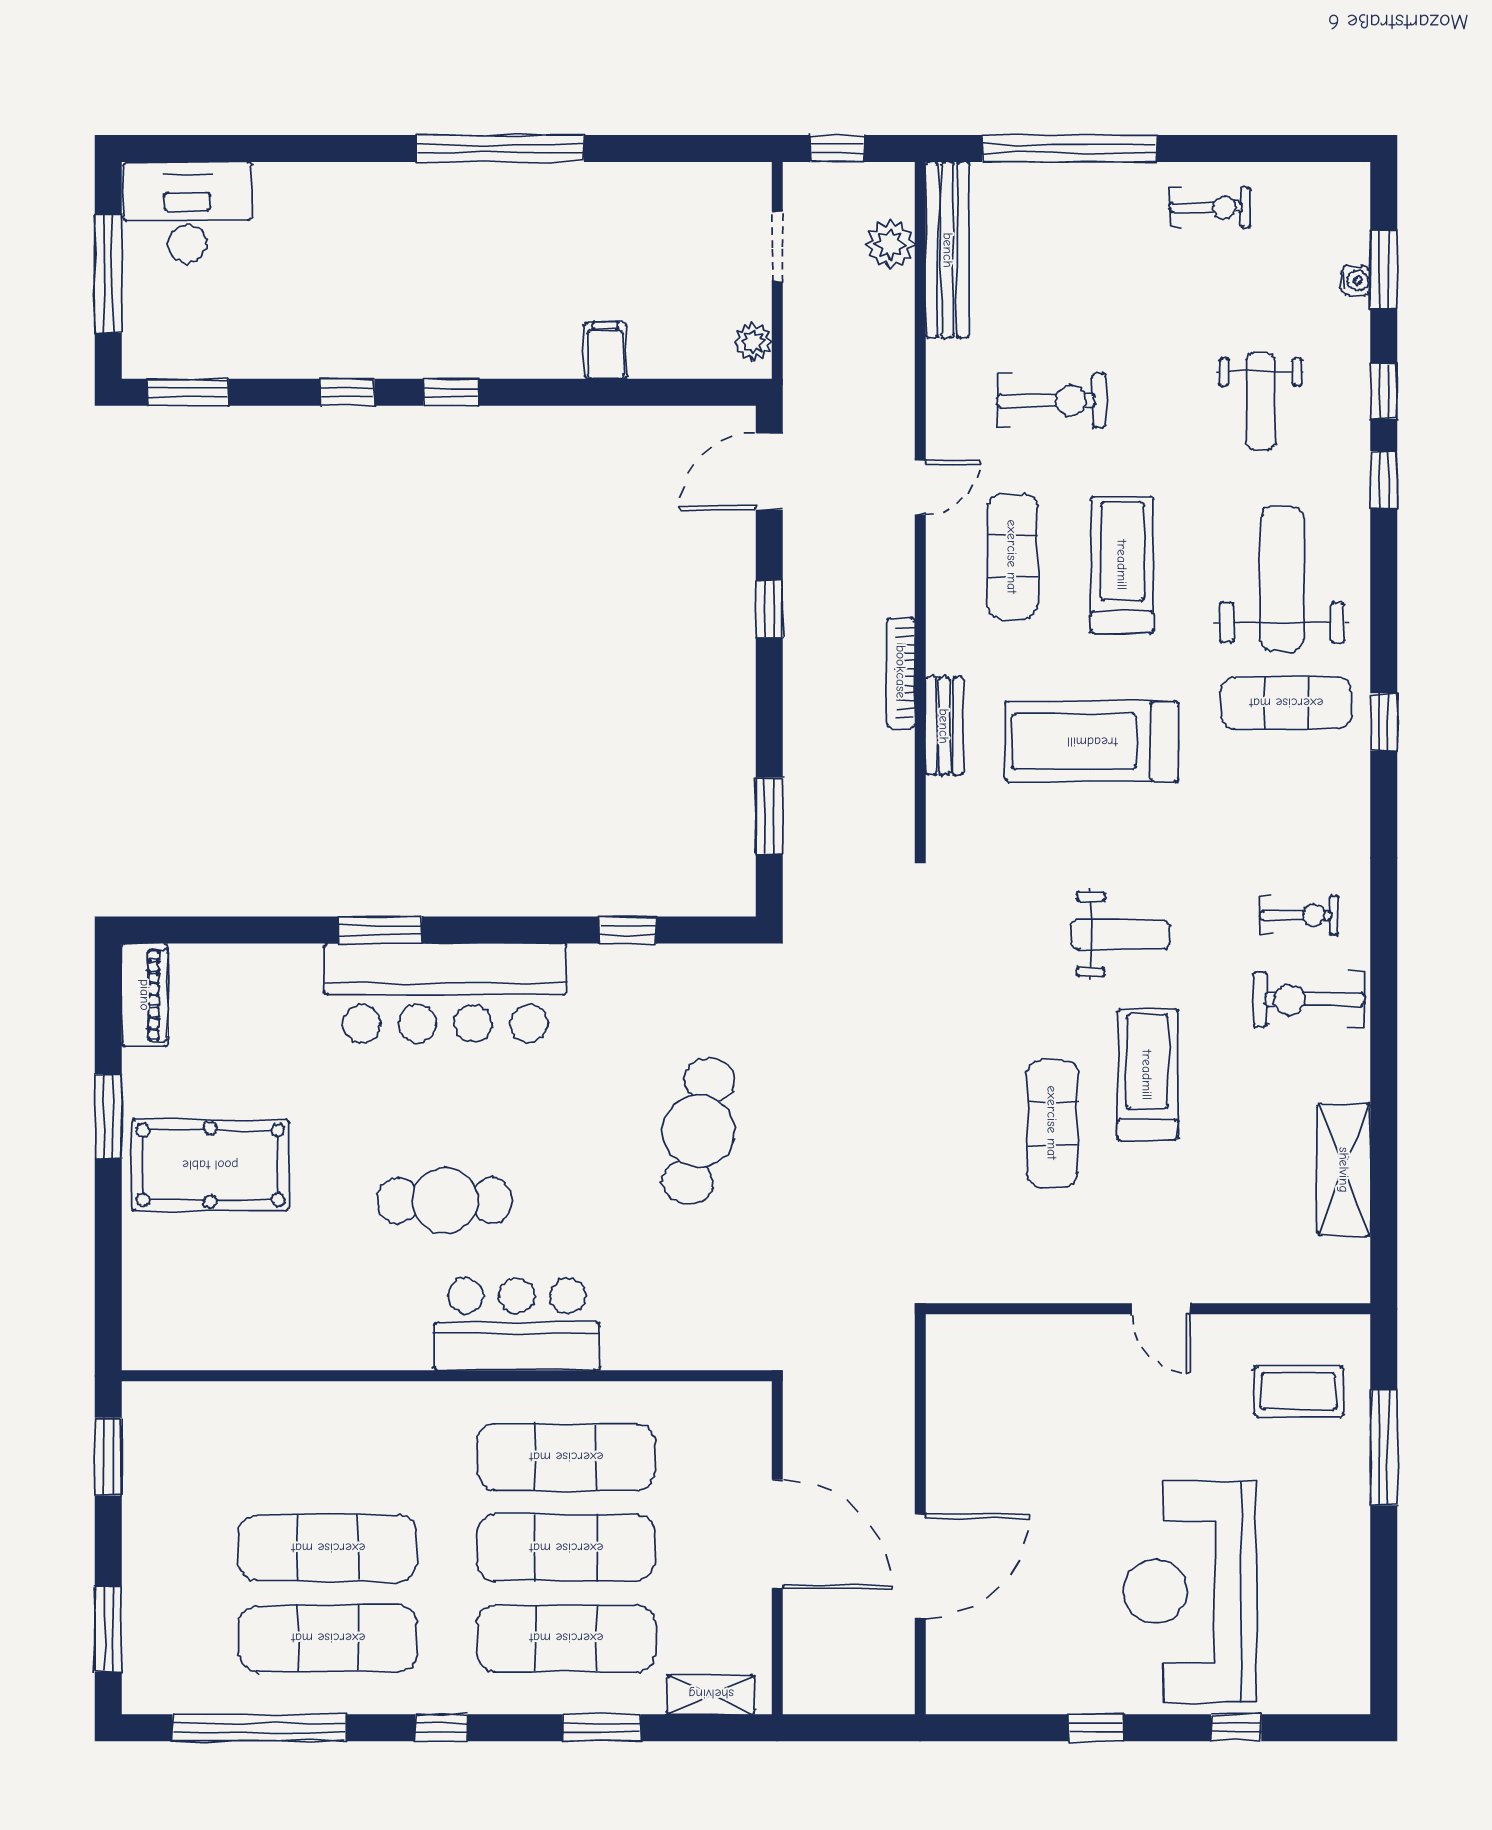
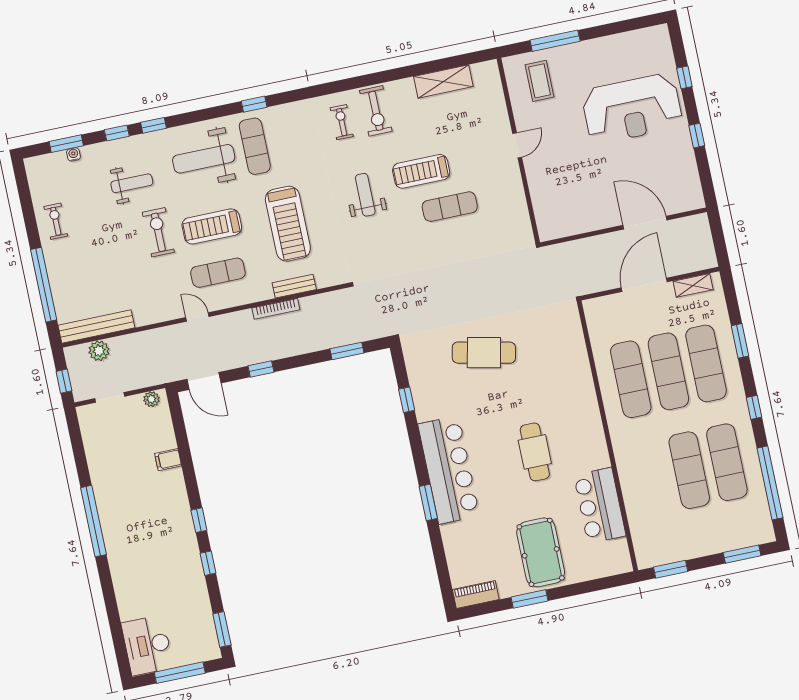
exercise bike: (1051, 401) -> (158, 232), moved
bar counter: (517, 1324) -> (600, 505), moved
shelving: (711, 1694) -> (693, 285), moved, turned 90

